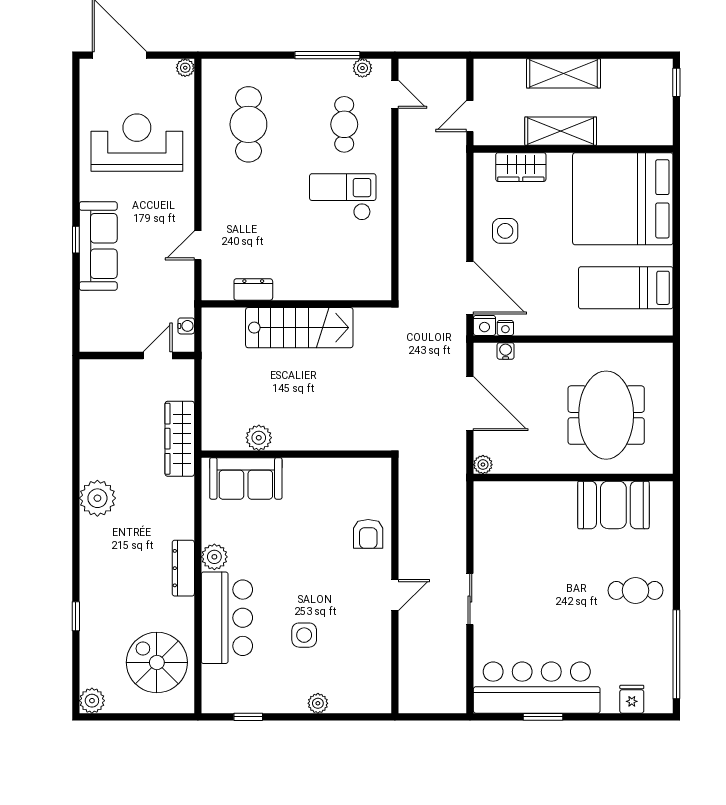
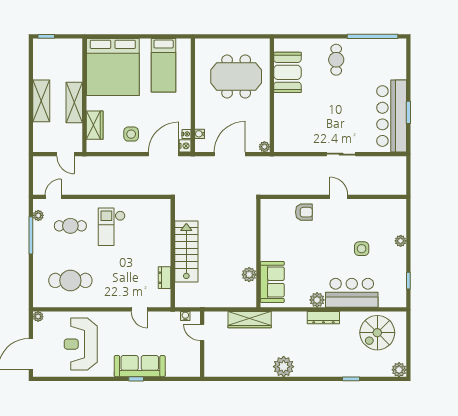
fridge: (632, 699) -> (398, 62), removed

